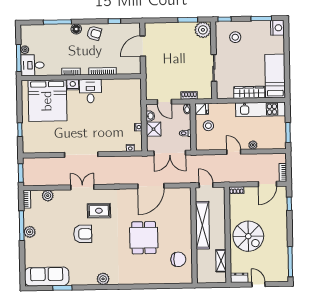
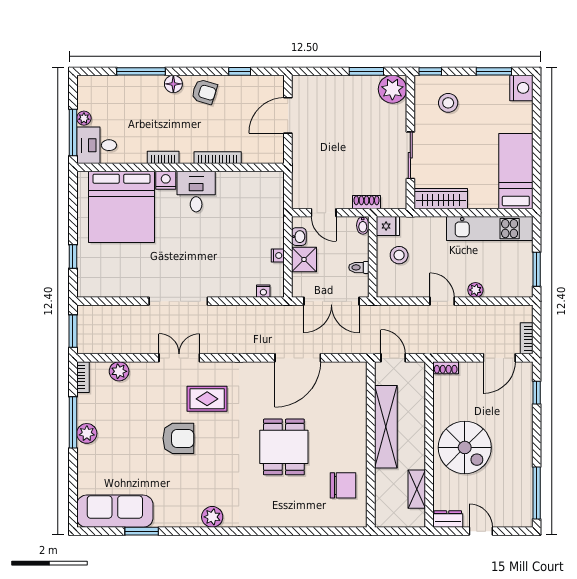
wardrobe: (249, 92) -> (441, 199), moved

